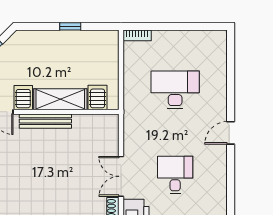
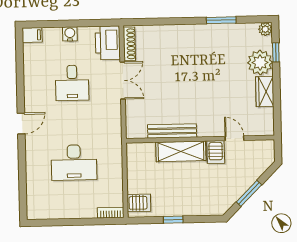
server rack: (98, 97) -> (139, 203), moved, turned -90
bench: (45, 121) -> (172, 131), moved

